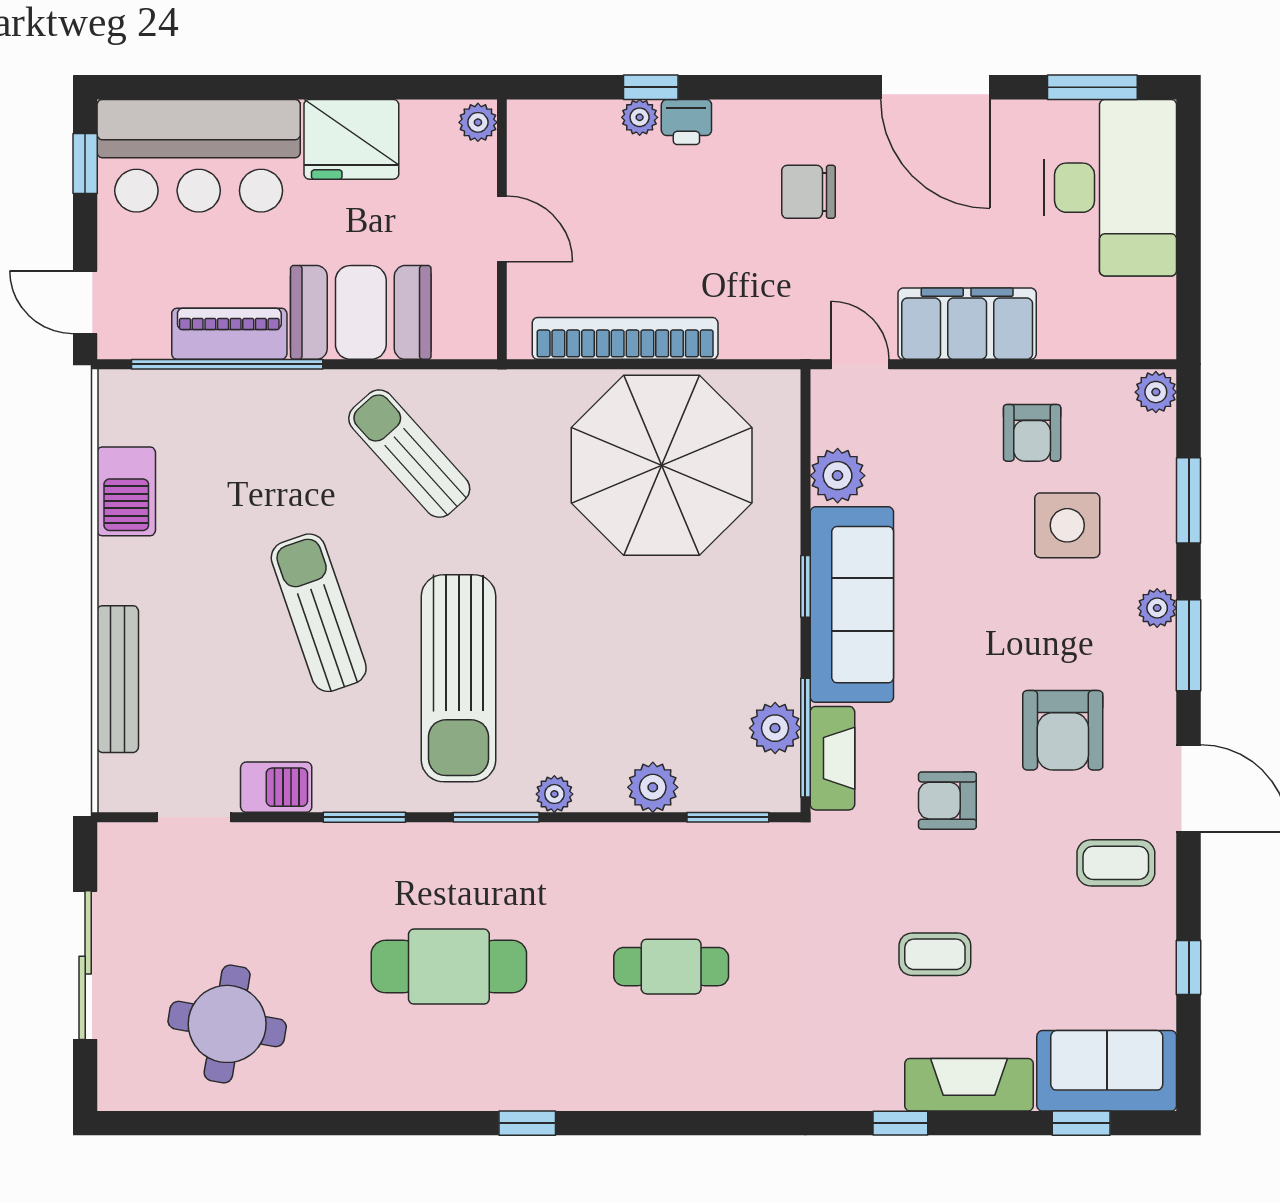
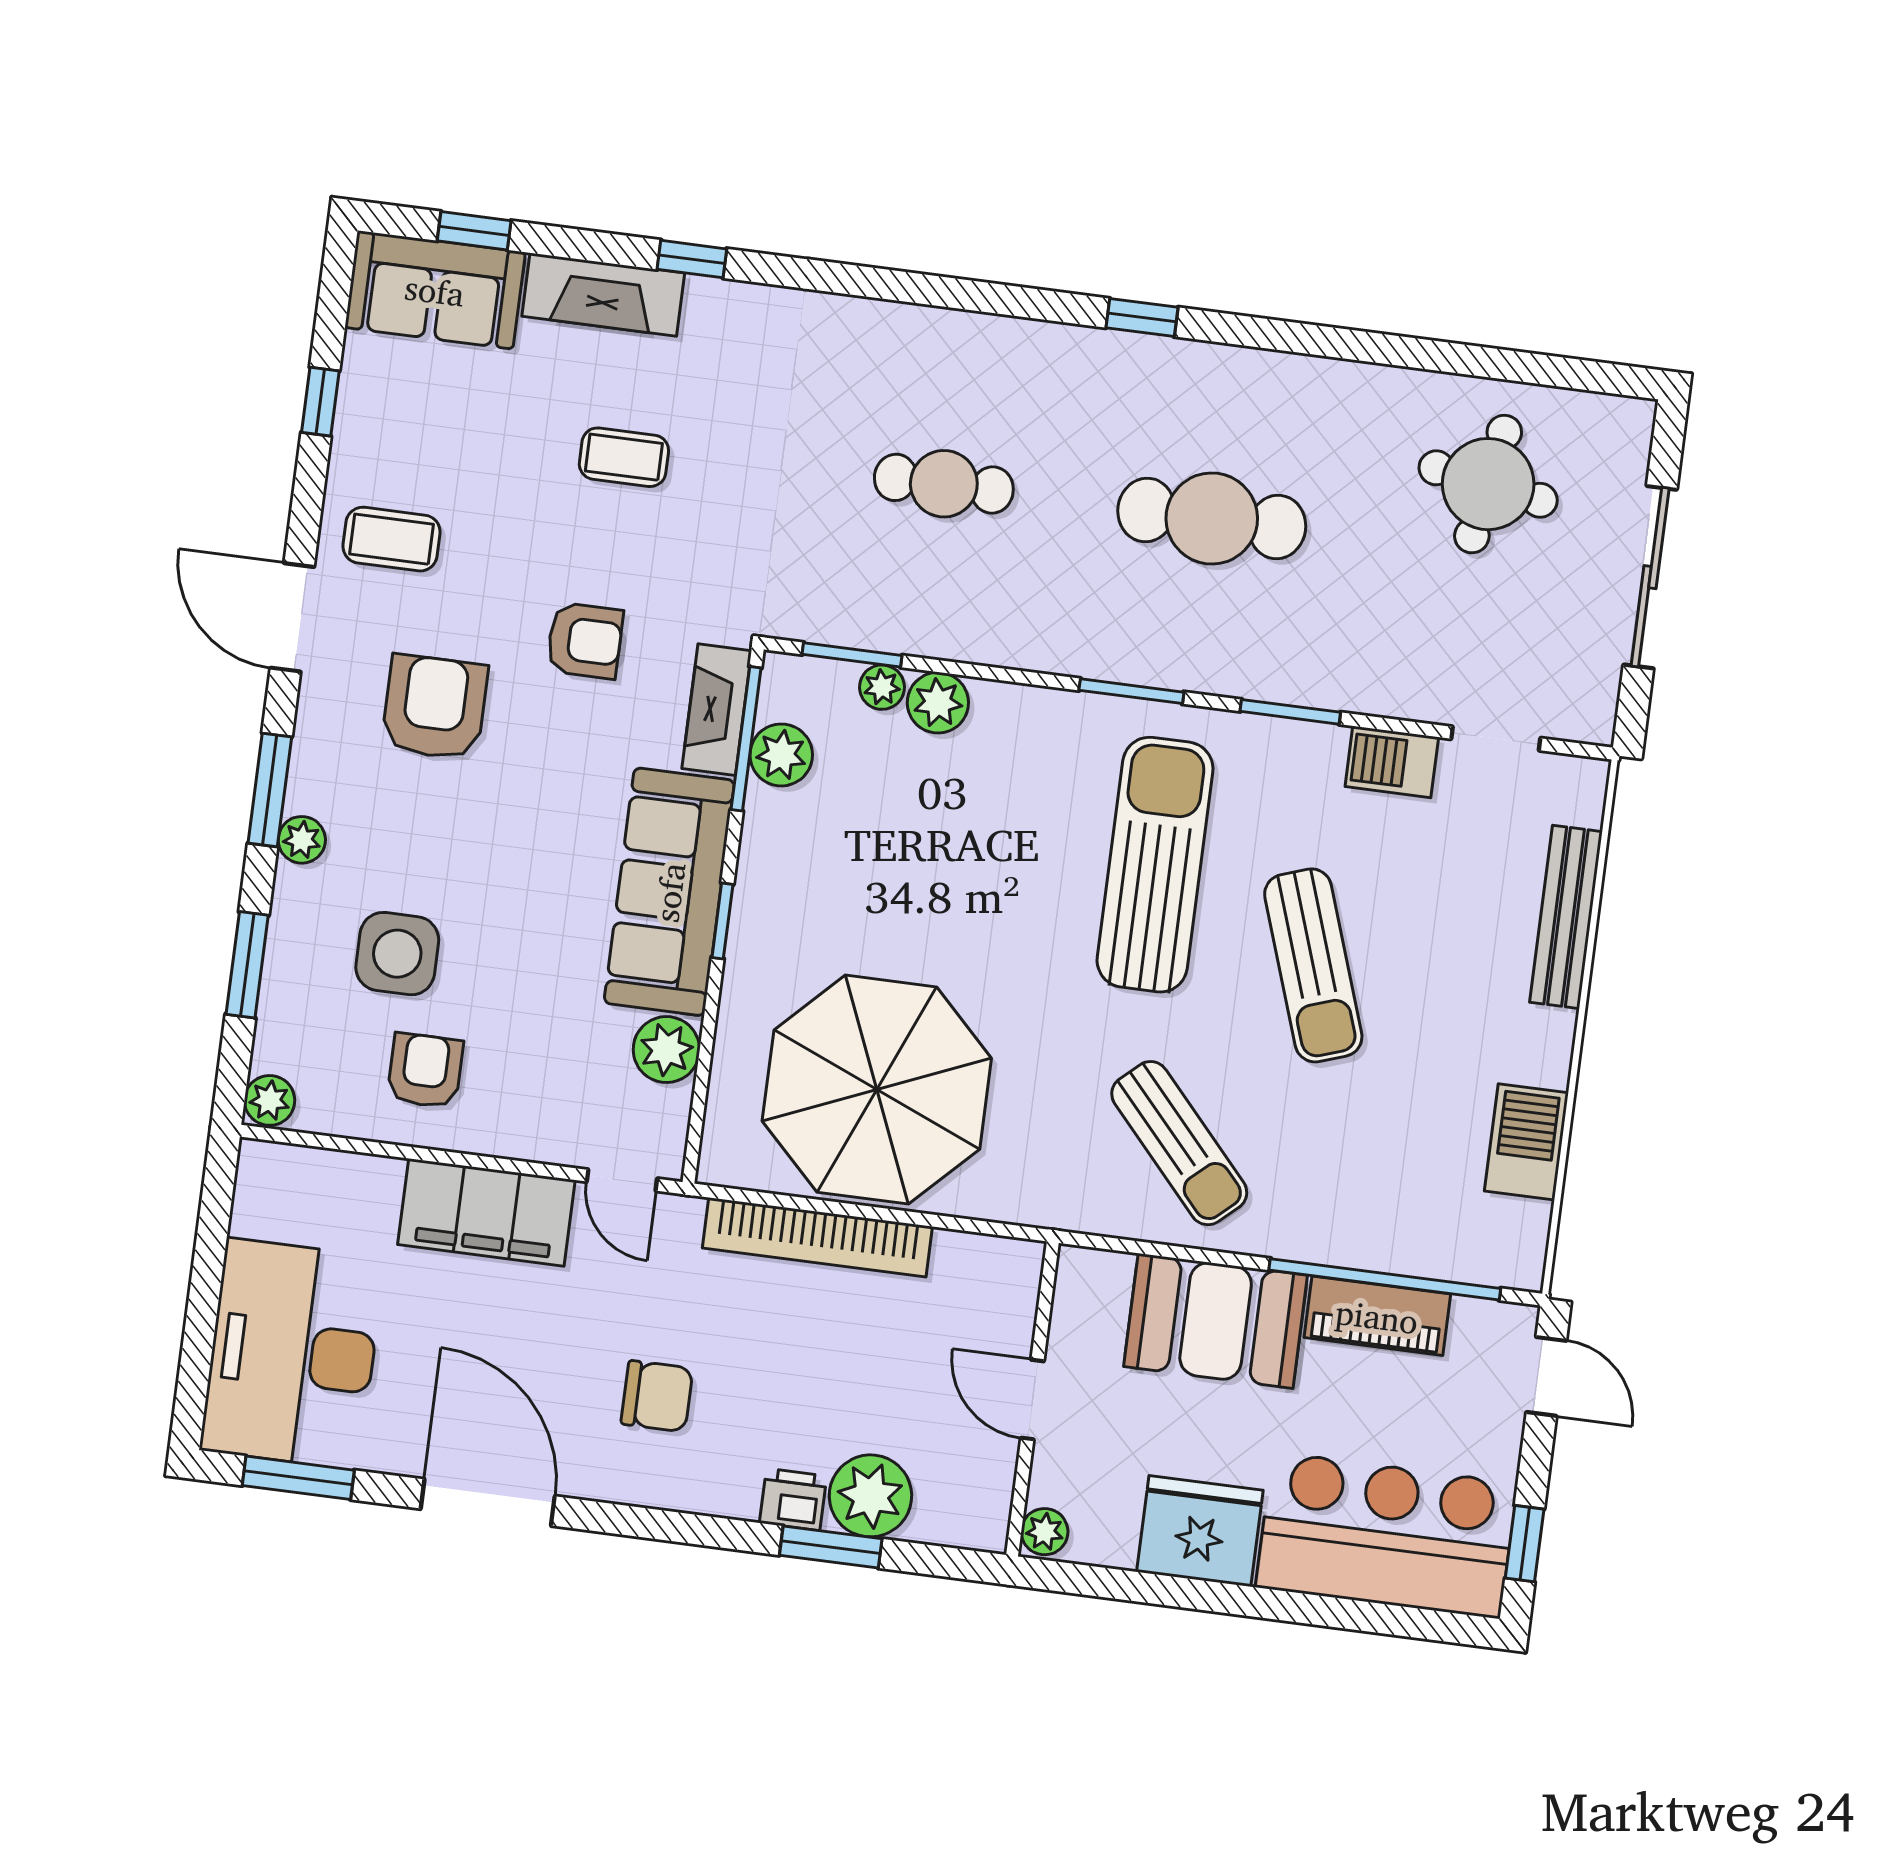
window: (651, 87) -> (831, 1547), width x1.50
plant: (640, 117) -> (870, 1496), width x1.87, depth x1.87
bookcase: (625, 338) -> (817, 1237), moved
plant: (554, 794) -> (882, 687), moved

